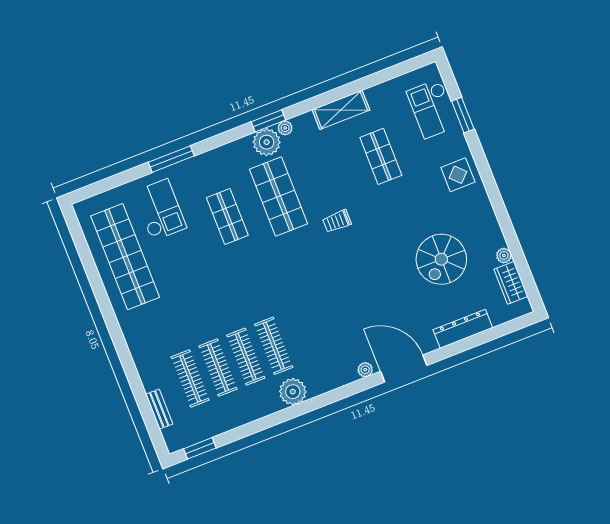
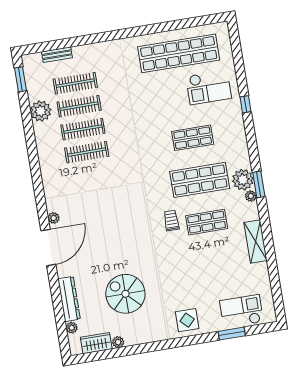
shop shelf: (381, 156) -> (207, 222), moved
window: (171, 159) -> (246, 104), width x0.46
plant: (498, 318) -> (72, 328), added
plant: (293, 392) -> (41, 111), moved

